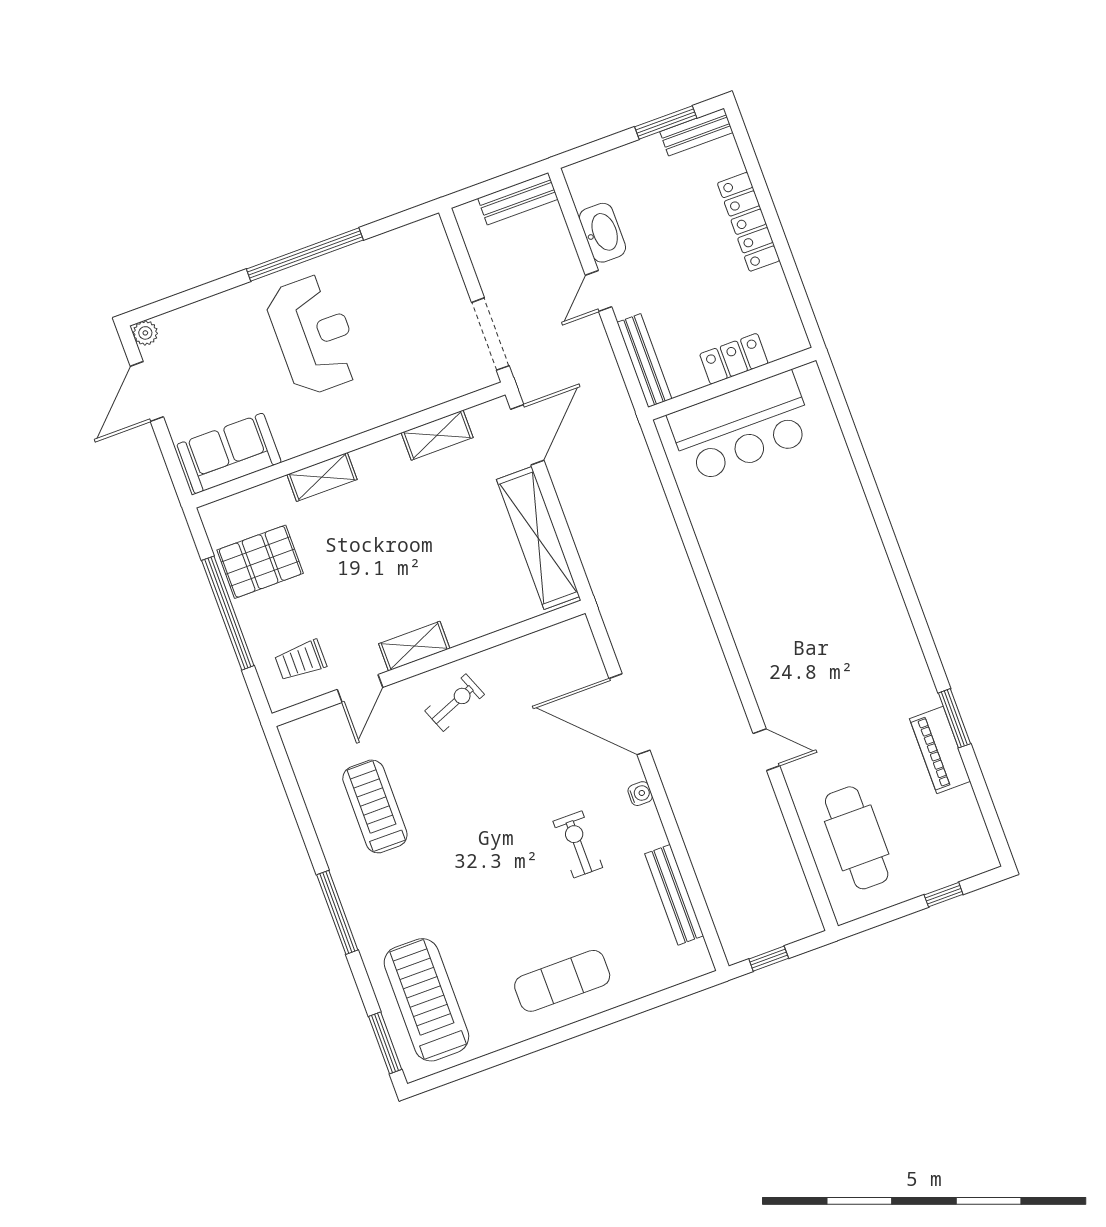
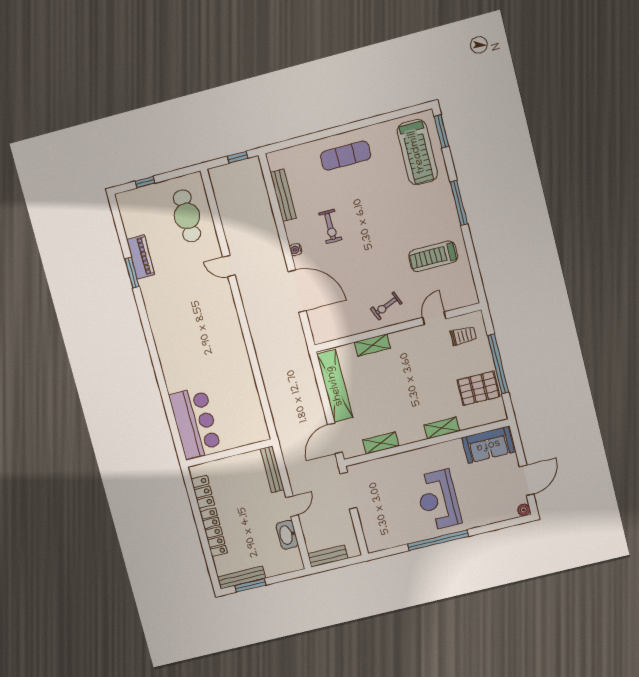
bench: (696, 132) -> (241, 578), width x1.36
locker: (734, 359) -> (203, 492), moved, turned -90
bar counter: (741, 427) -> (195, 423), moved, turned 90
shelving: (414, 646) -> (372, 345), moved
treadmill: (375, 806) -> (433, 256), turned 90

